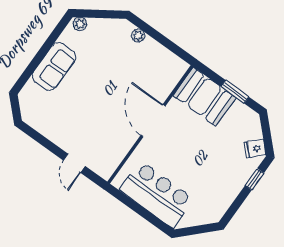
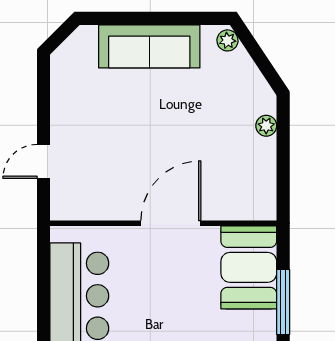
sofa: (54, 66) -> (149, 46), width x1.36
window: (235, 92) -> (283, 302), width x1.44

